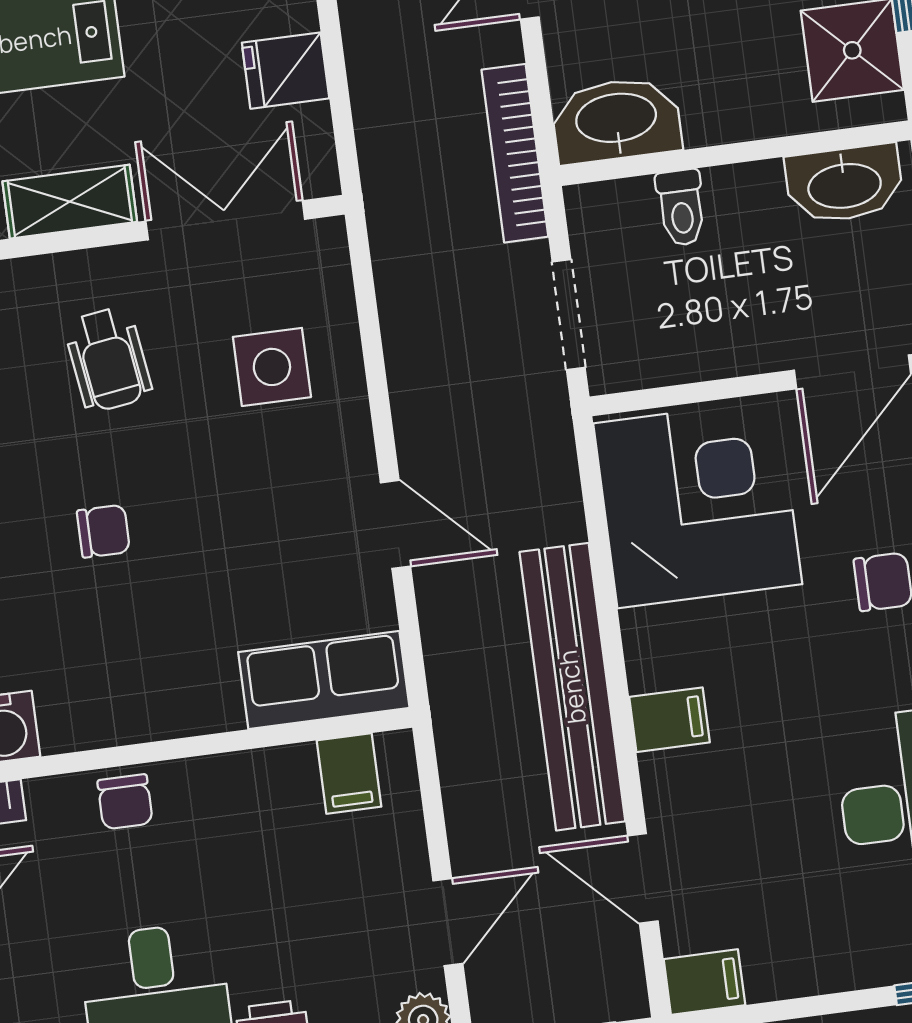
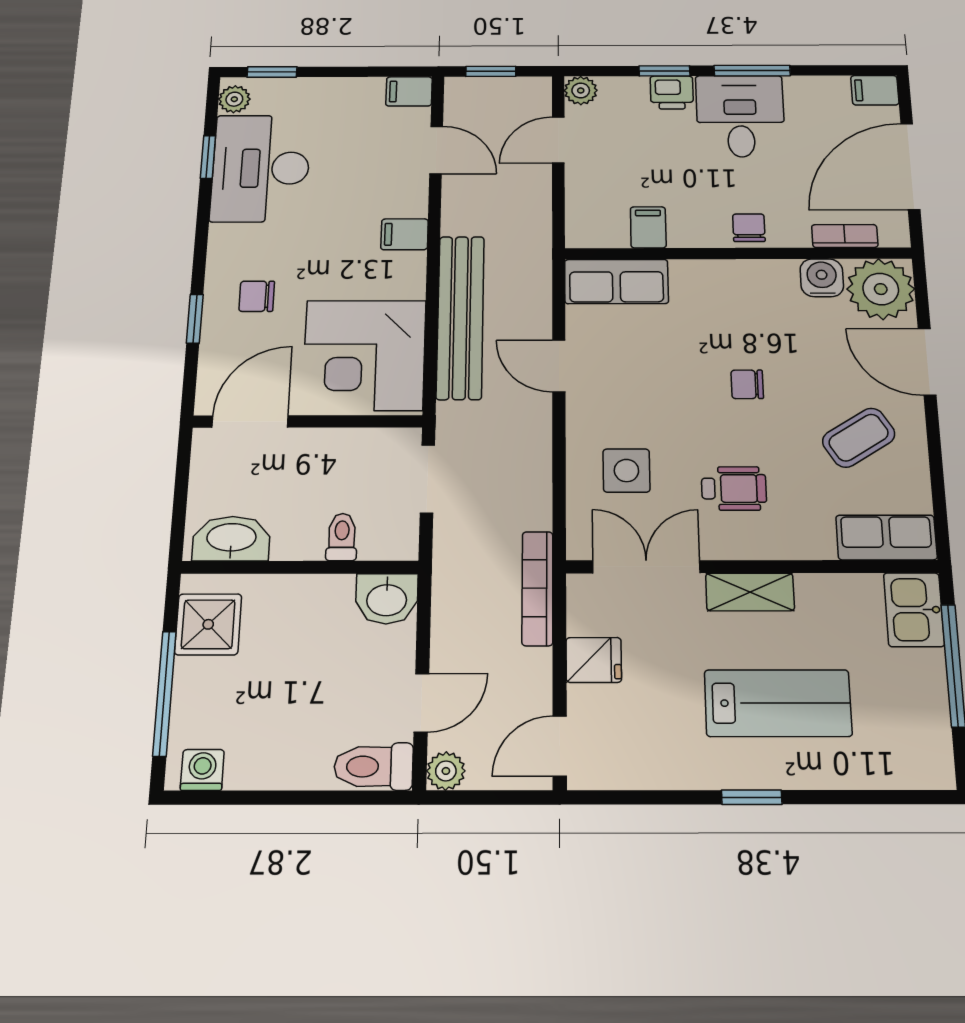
washbasin: (616, 120) -> (387, 599), width x0.72
bookcase: (515, 153) -> (537, 588), moved, turned 180
double door: (225, 220) -> (646, 567), swing flipped
wheelchair: (108, 359) -> (734, 488), turned 98
bench: (572, 687) -> (460, 317), moved
filing cabinet: (349, 773) -> (648, 227), moved

